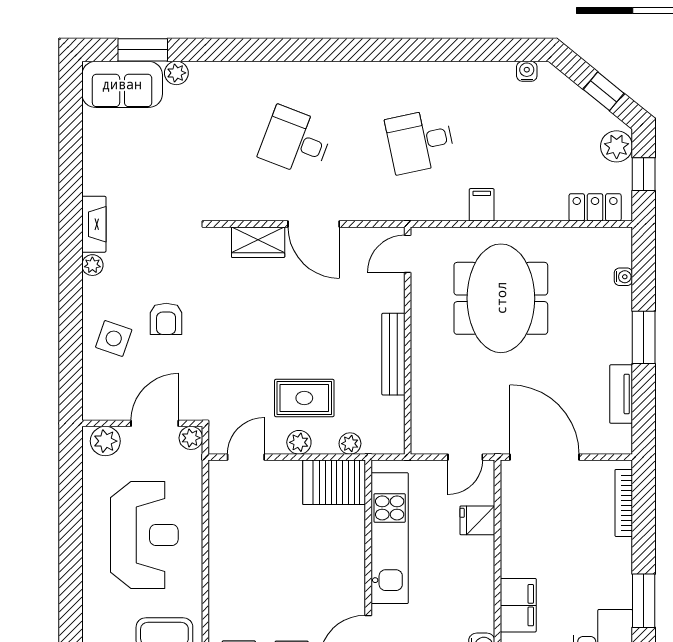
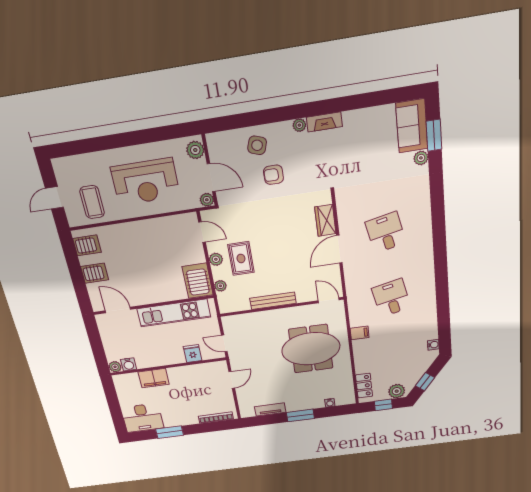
desk: (296, 141) -> (386, 232), turned -33
door: (544, 457) -> (232, 380), width x0.53

